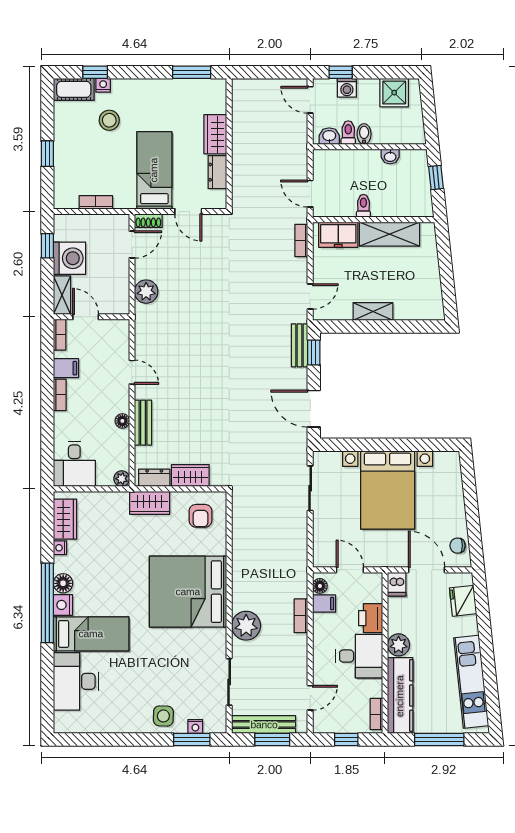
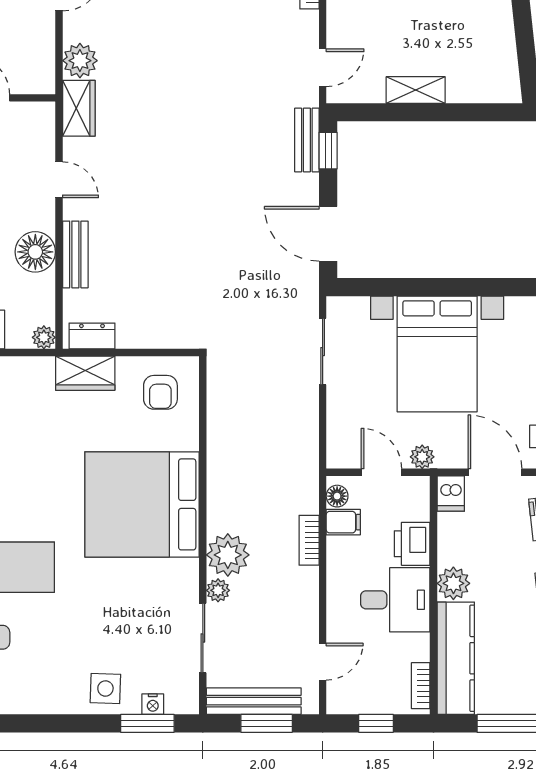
floor lamp: (122, 421) -> (35, 252), width x1.89, depth x1.89
wardrobe: (190, 476) -> (79, 108), moved, turned 90
plant: (377, 559) -> (422, 457), added
plant: (239, 650) -> (218, 590), added

